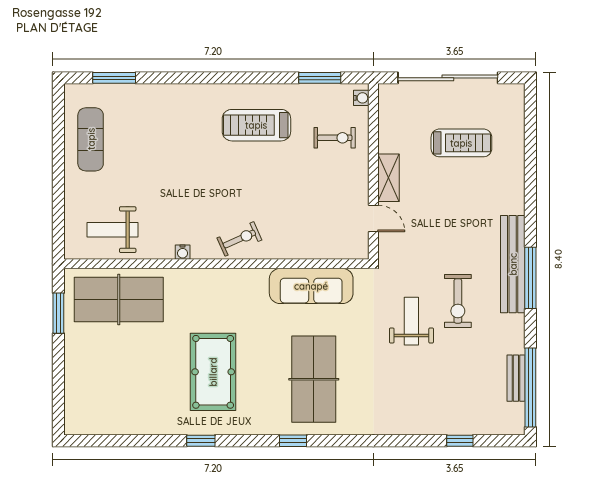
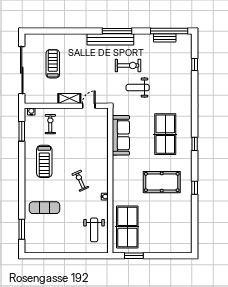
exercise mat: (91, 139) -> (44, 208), moved
exercise bike: (239, 239) -> (80, 181), moved
table tennis table: (314, 379) -> (165, 134), turned 90

